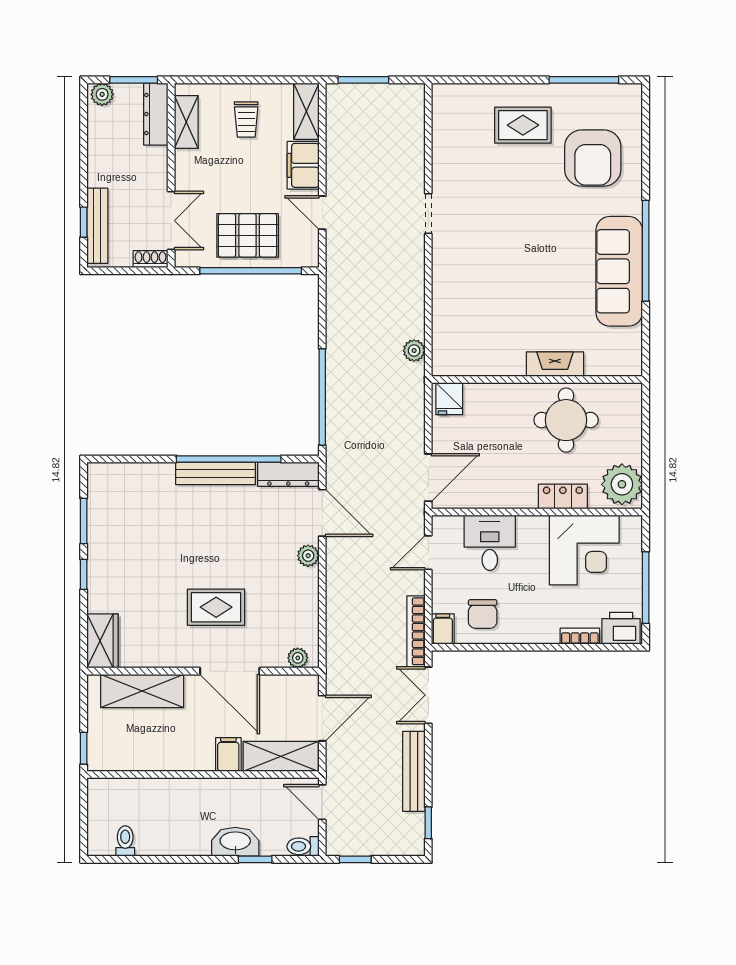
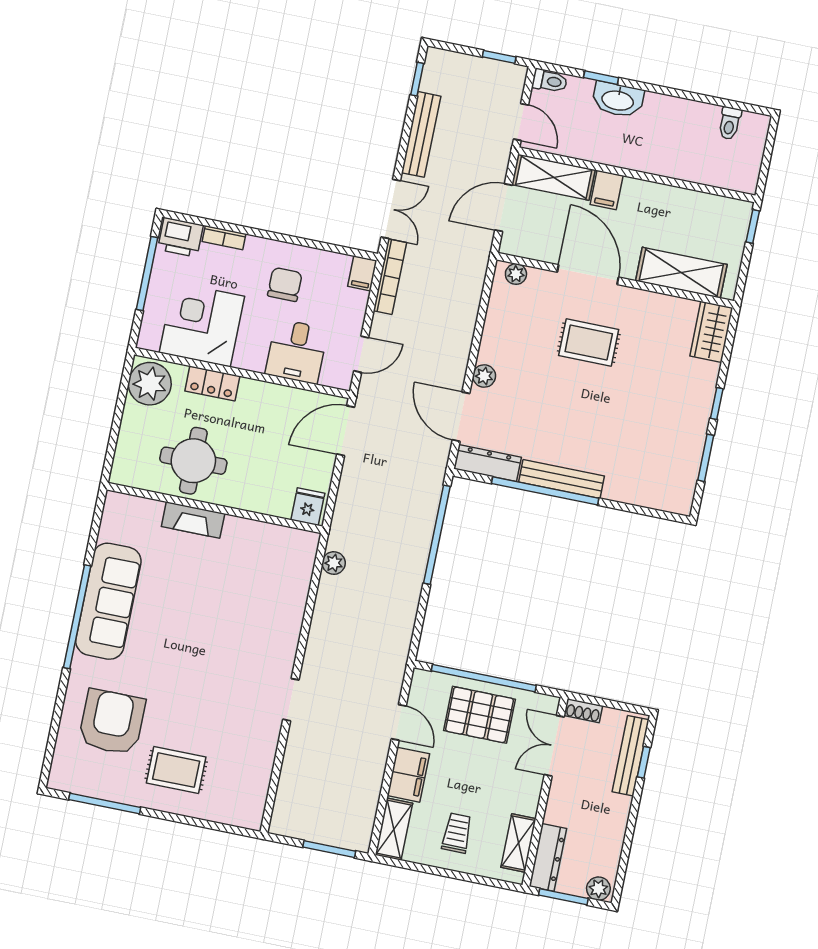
chair: (483, 614) -> (285, 284), moved

